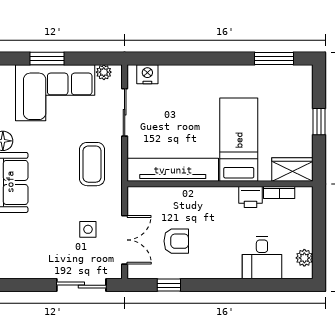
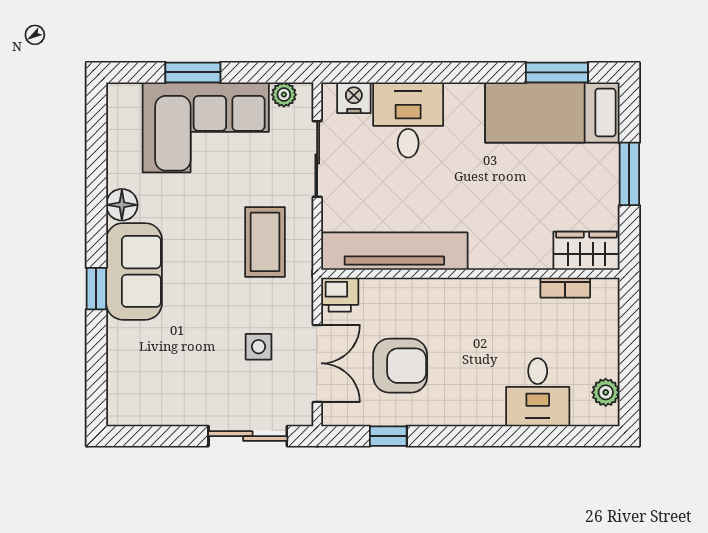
desk: (181, 88) -> (408, 120), added
window: (319, 122) -> (629, 174), width x1.50
bed: (239, 140) -> (552, 112), moved, turned -90
printer: (250, 197) -> (340, 295), moved
armchair: (176, 241) -> (400, 366), width x1.38, depth x1.38

